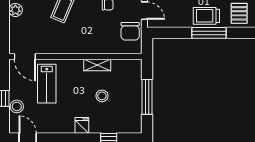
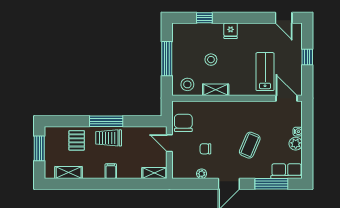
trolley: (206, 16) -> (109, 138), turned 180
water cooler: (13, 22) -> (298, 132), added
stool: (17, 106) -> (187, 84), moved

